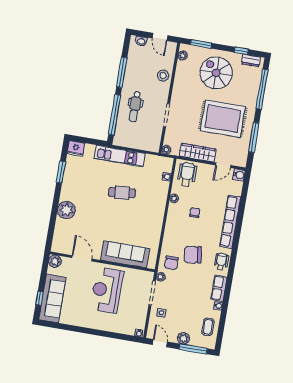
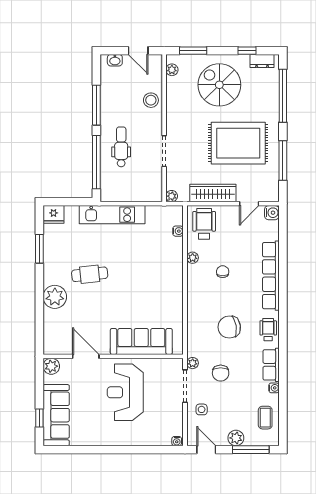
dental chair: (135, 107) -> (121, 147), turned 180
cafe table: (122, 193) -> (90, 274), moved
chair: (171, 263) -> (221, 373), moved

